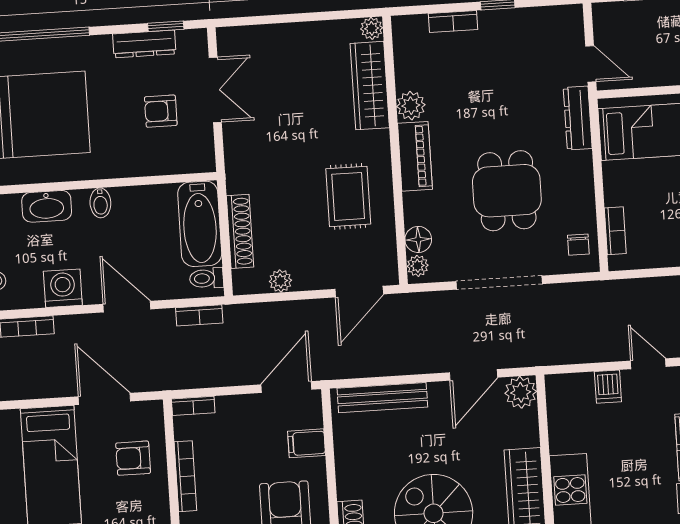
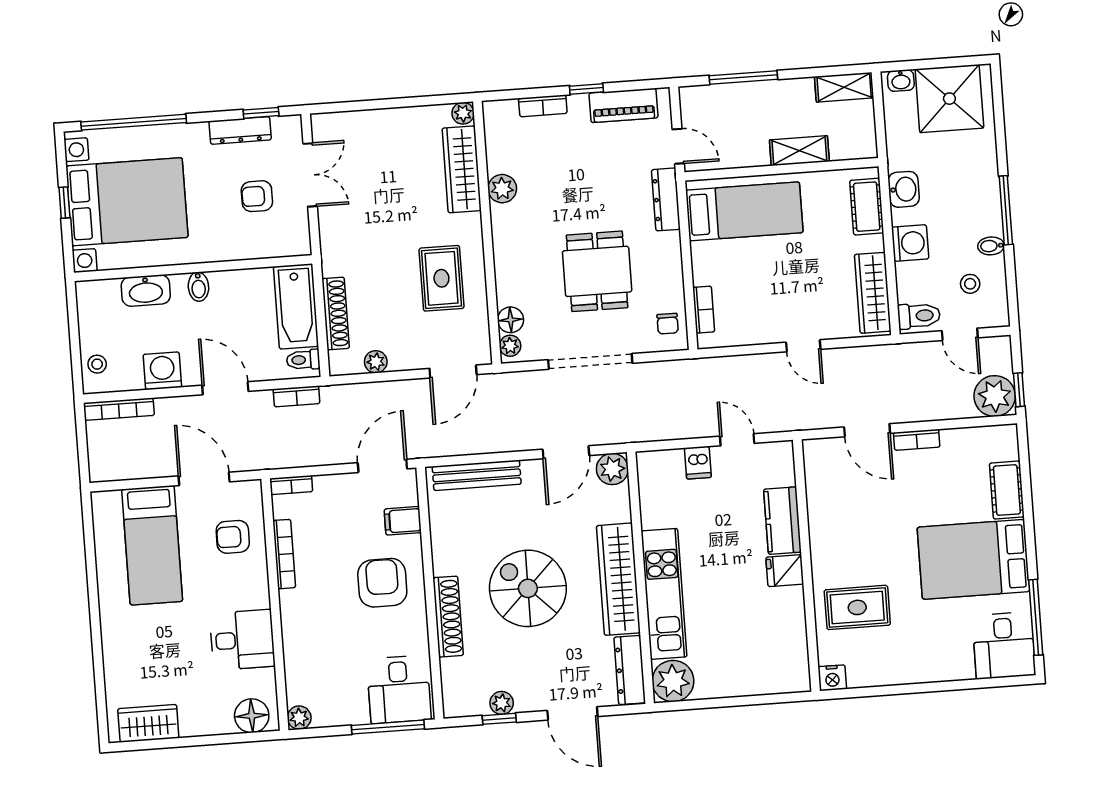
piano: (415, 156) -> (624, 105), moved, turned 90

